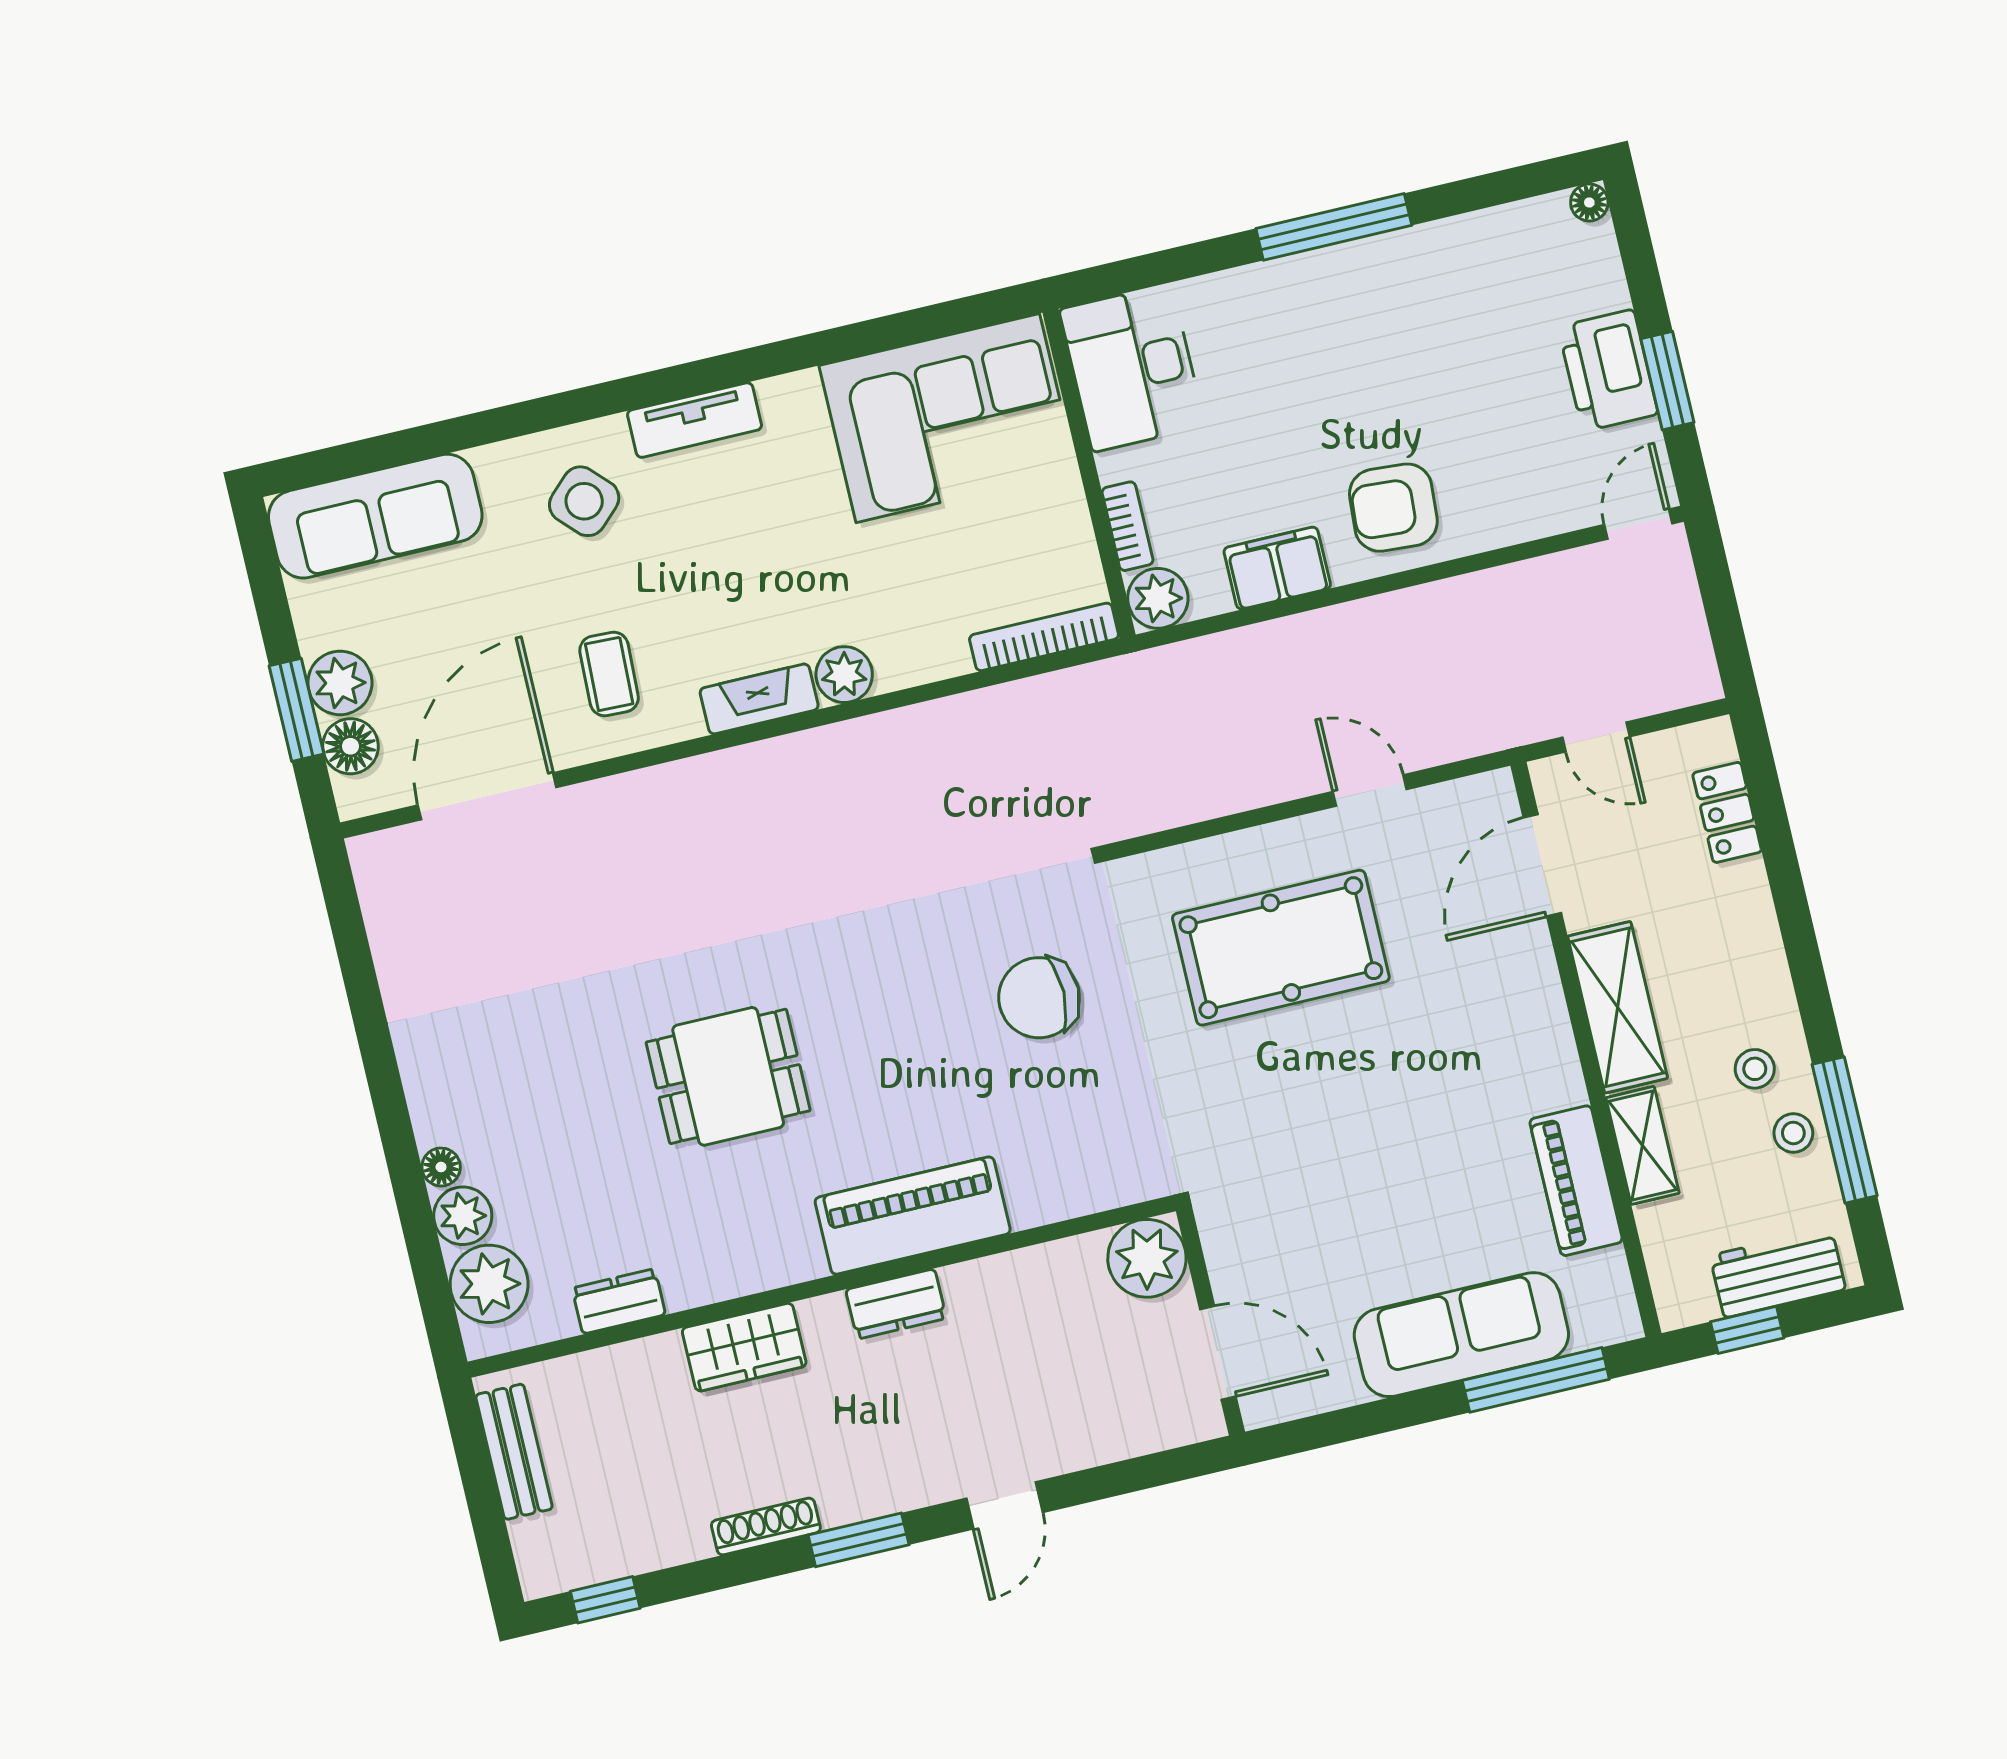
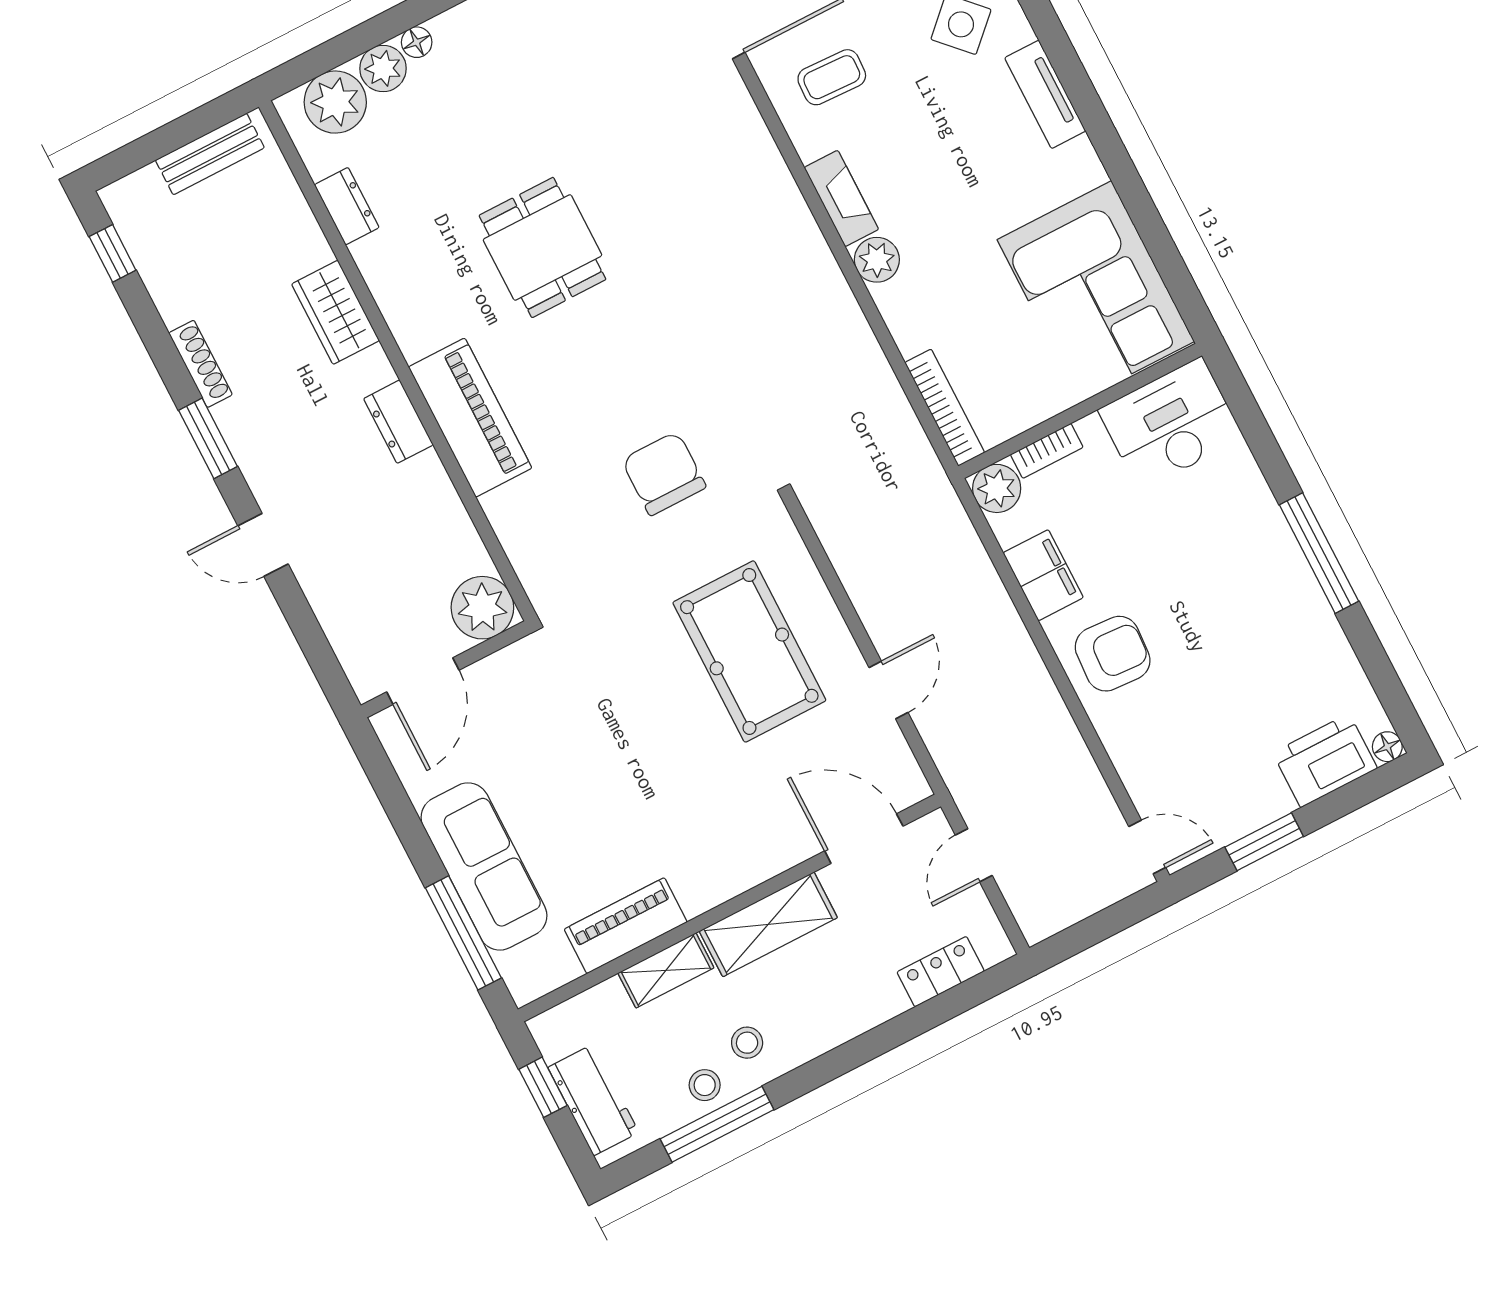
printer: (1608, 370) -> (1325, 760), moved
armchair: (1393, 508) -> (1113, 654), turned 89

